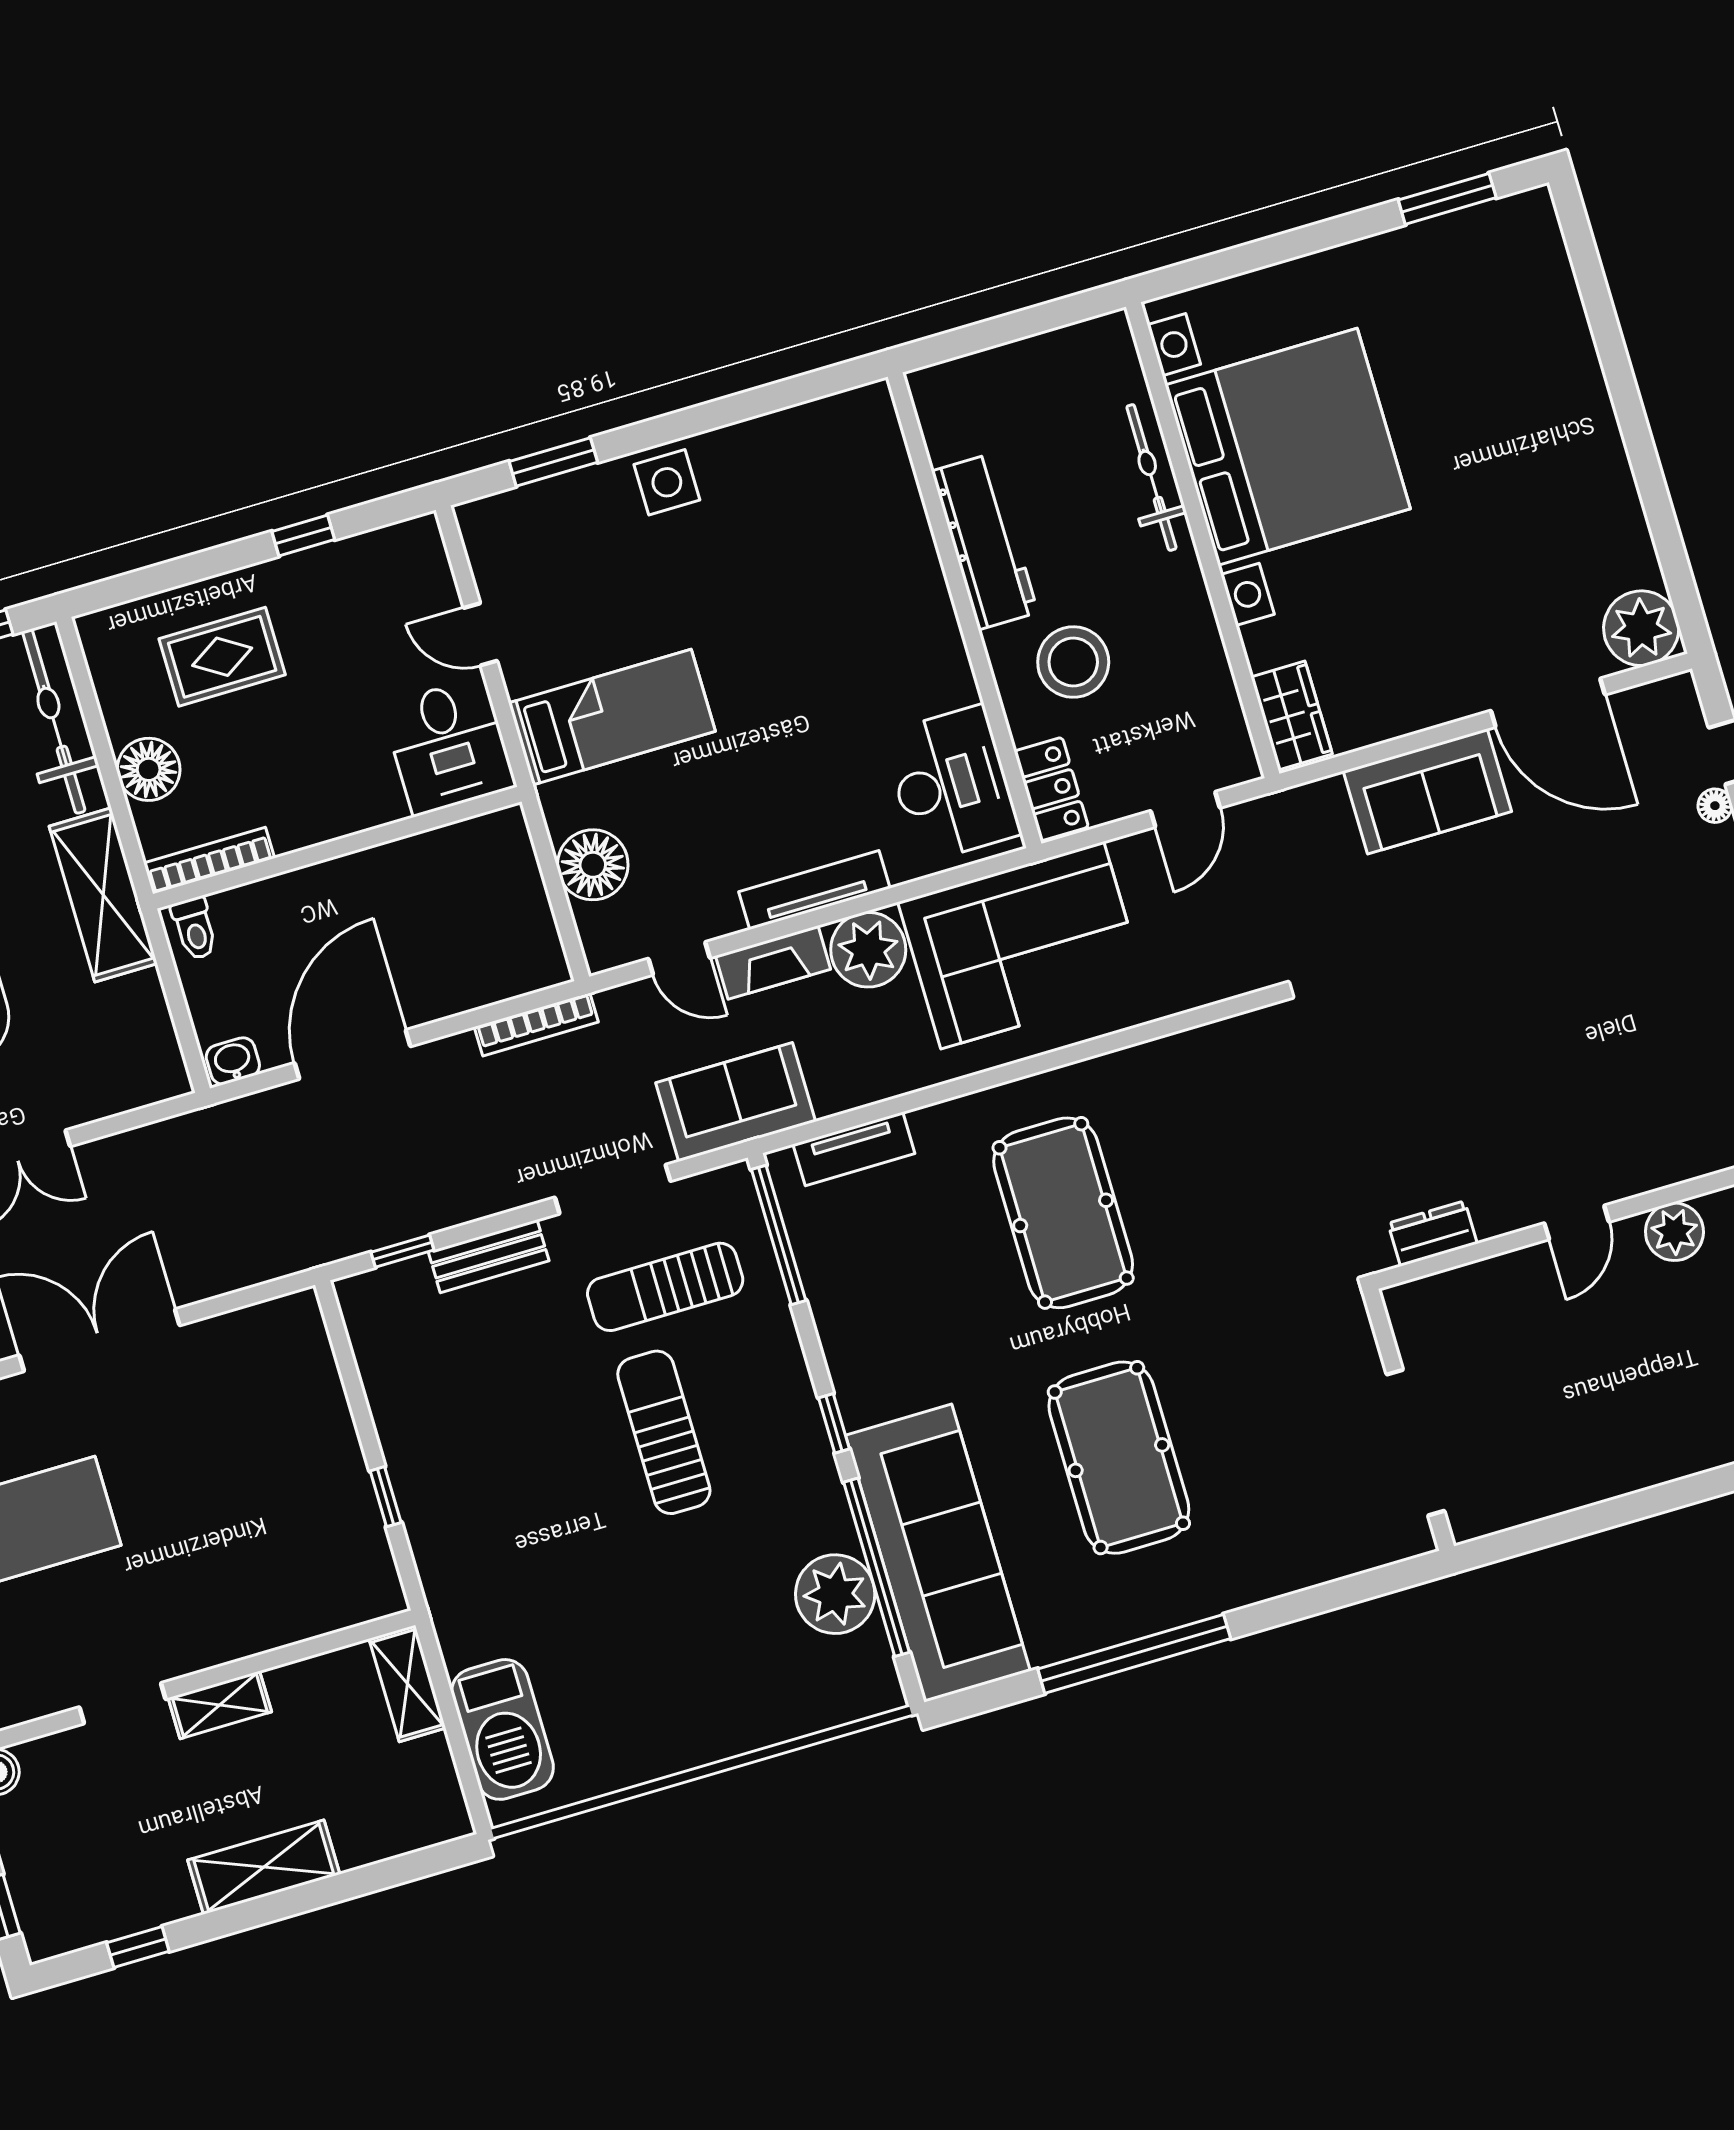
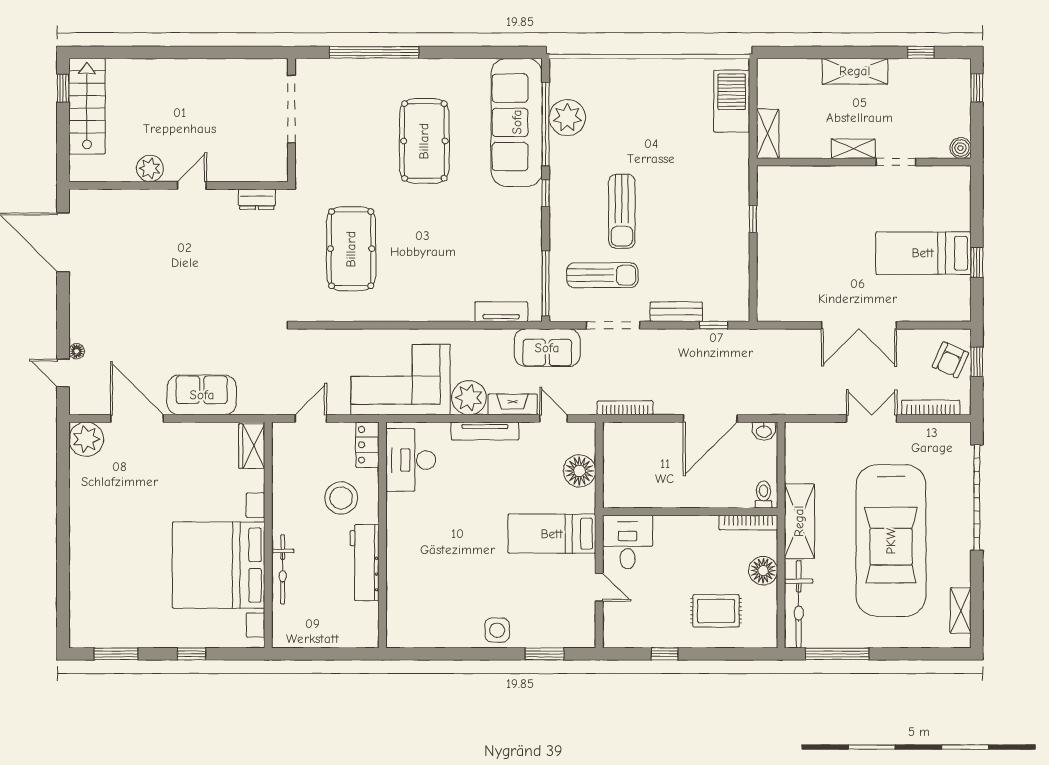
window: (1290, 245) -> (191, 654), added
pool table: (1063, 1213) -> (351, 249), moved
window: (1134, 1654) -> (374, 52), moved

